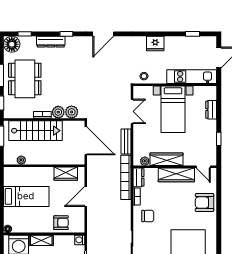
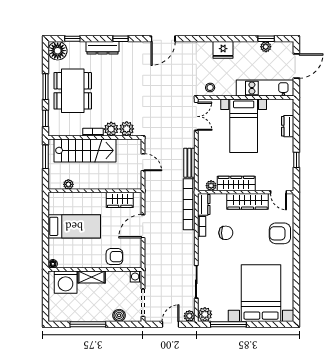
plant: (192, 41) -> (266, 47), added
double door: (132, 111) -> (196, 116), moved
door: (86, 141) -> (143, 162), width x0.53
chair: (148, 216) -> (226, 233), moved

